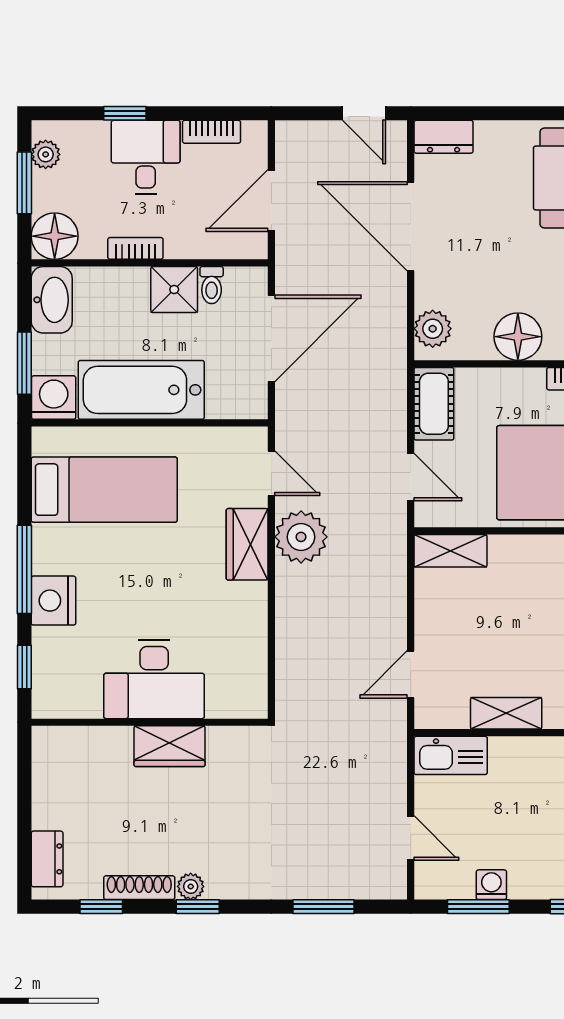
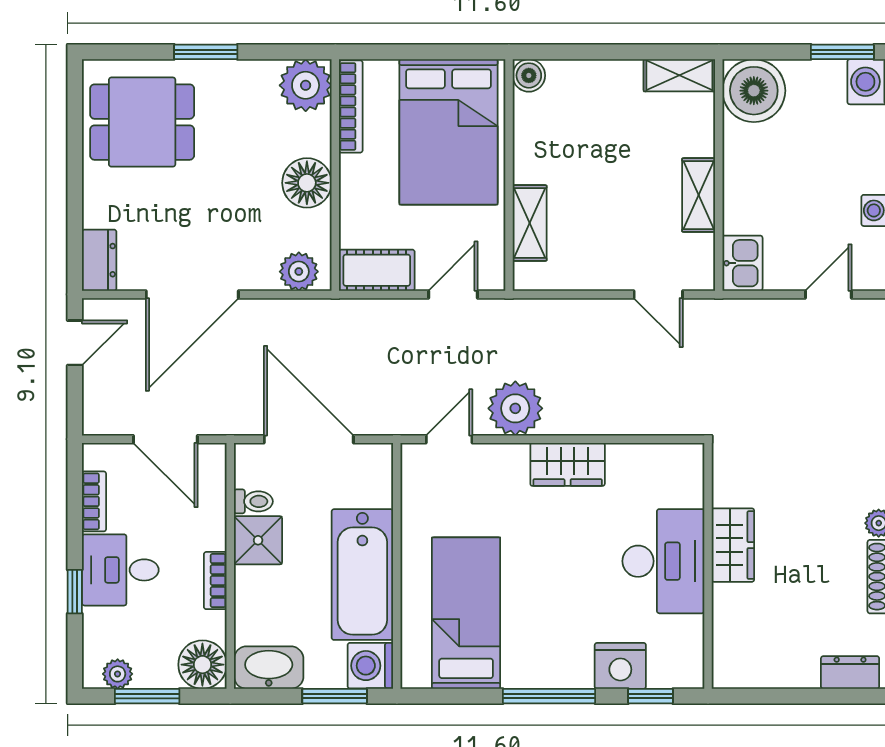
wardrobe: (247, 544) -> (568, 464), moved
shelving: (451, 551) -> (530, 223), moved
nightstand: (53, 601) -> (620, 666), moved
kitchen sink: (451, 755) -> (742, 263), width x0.73

